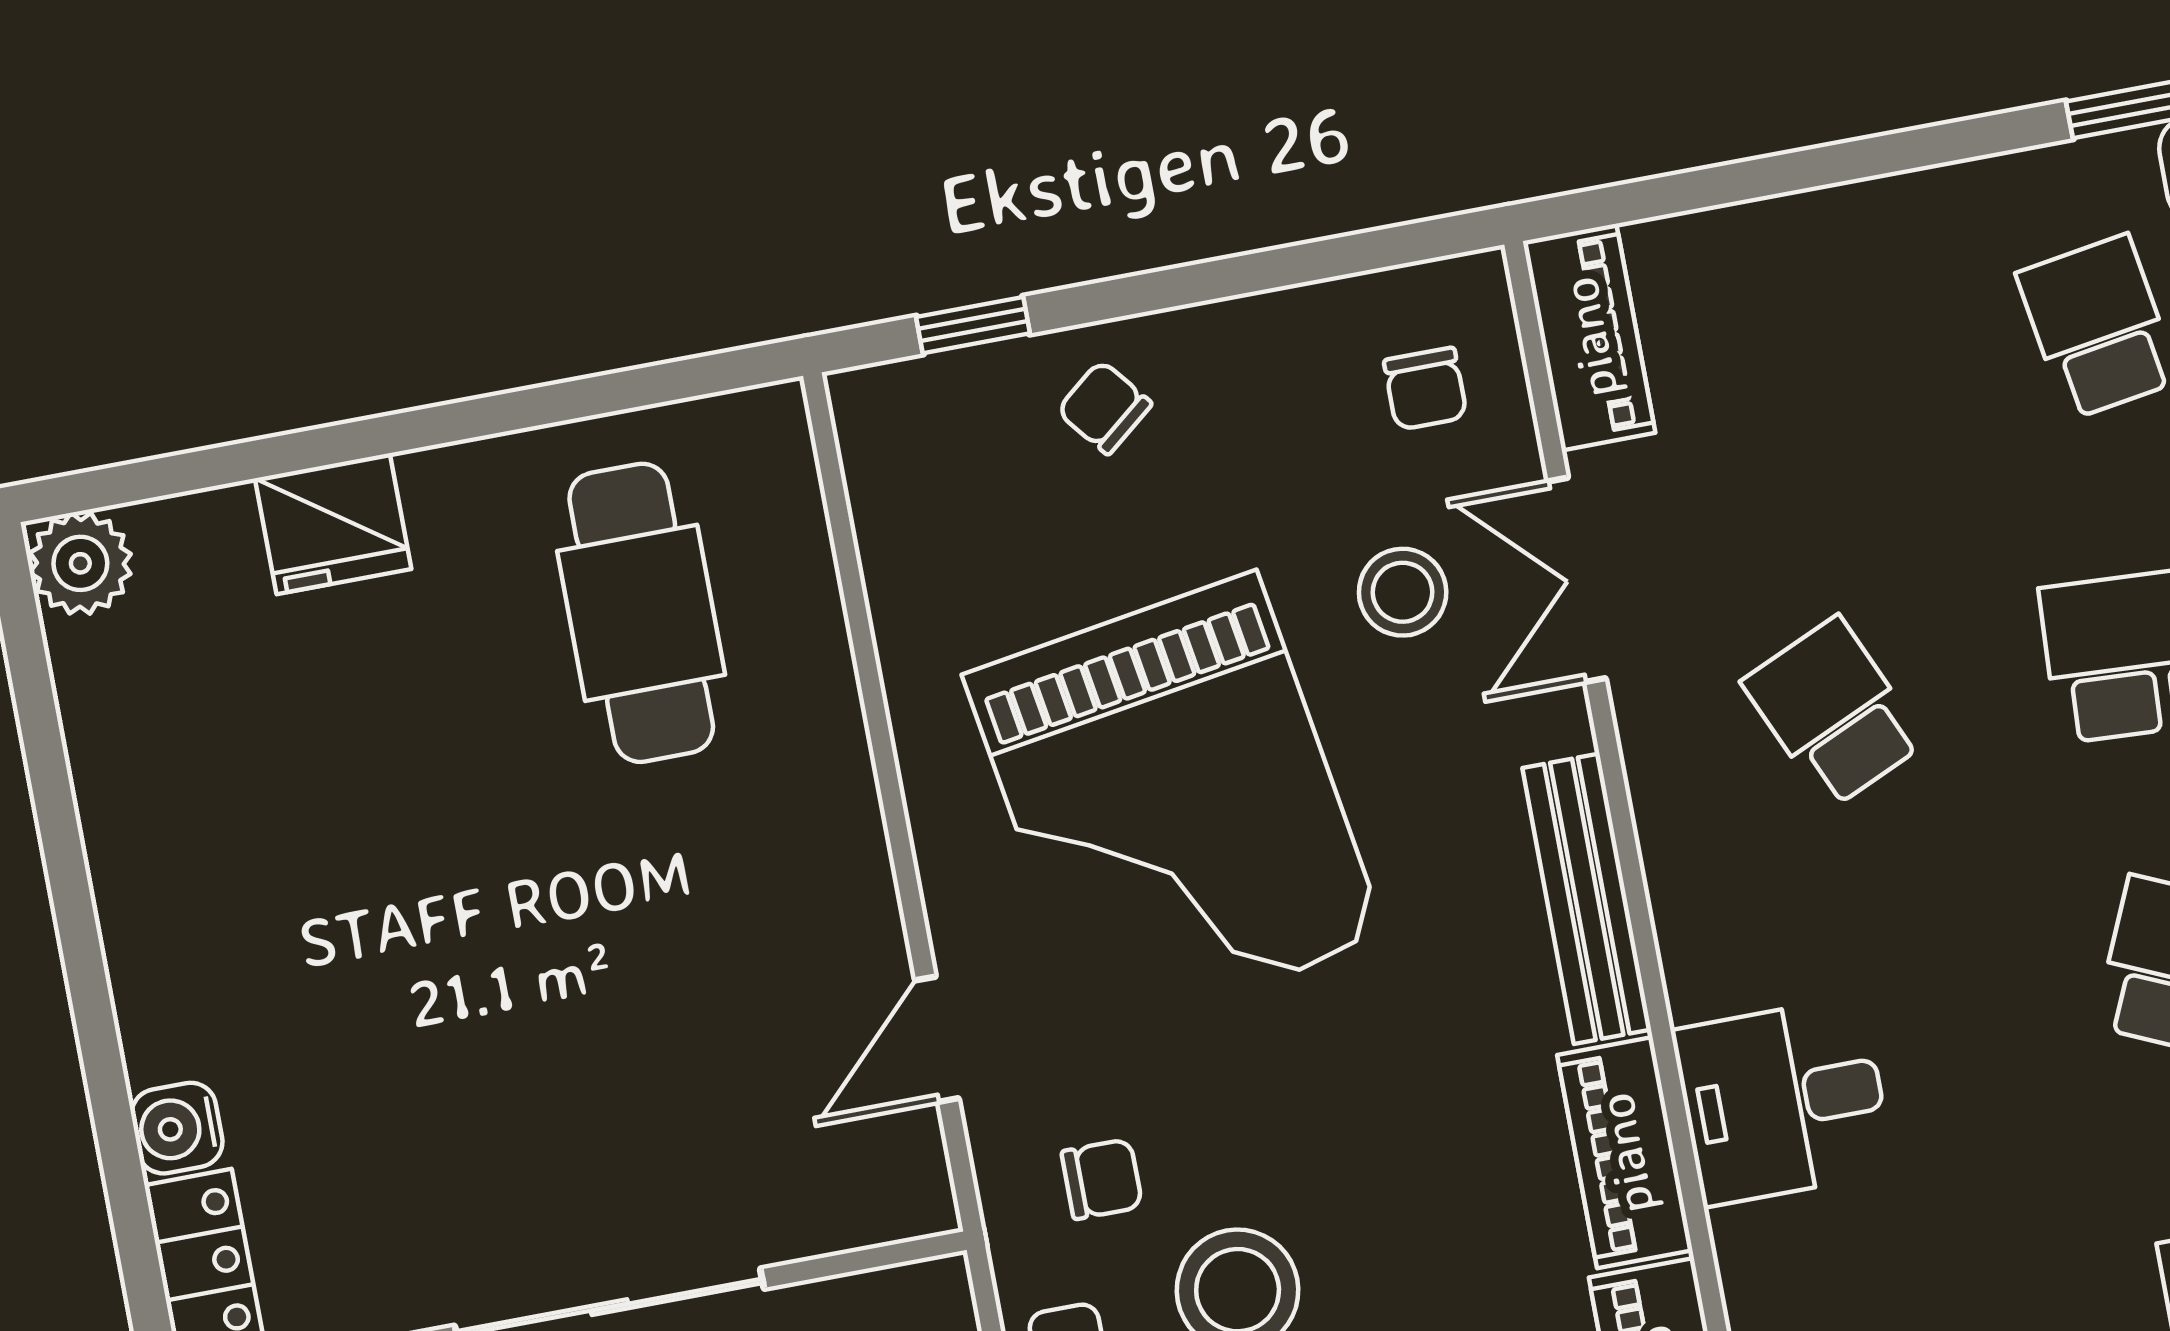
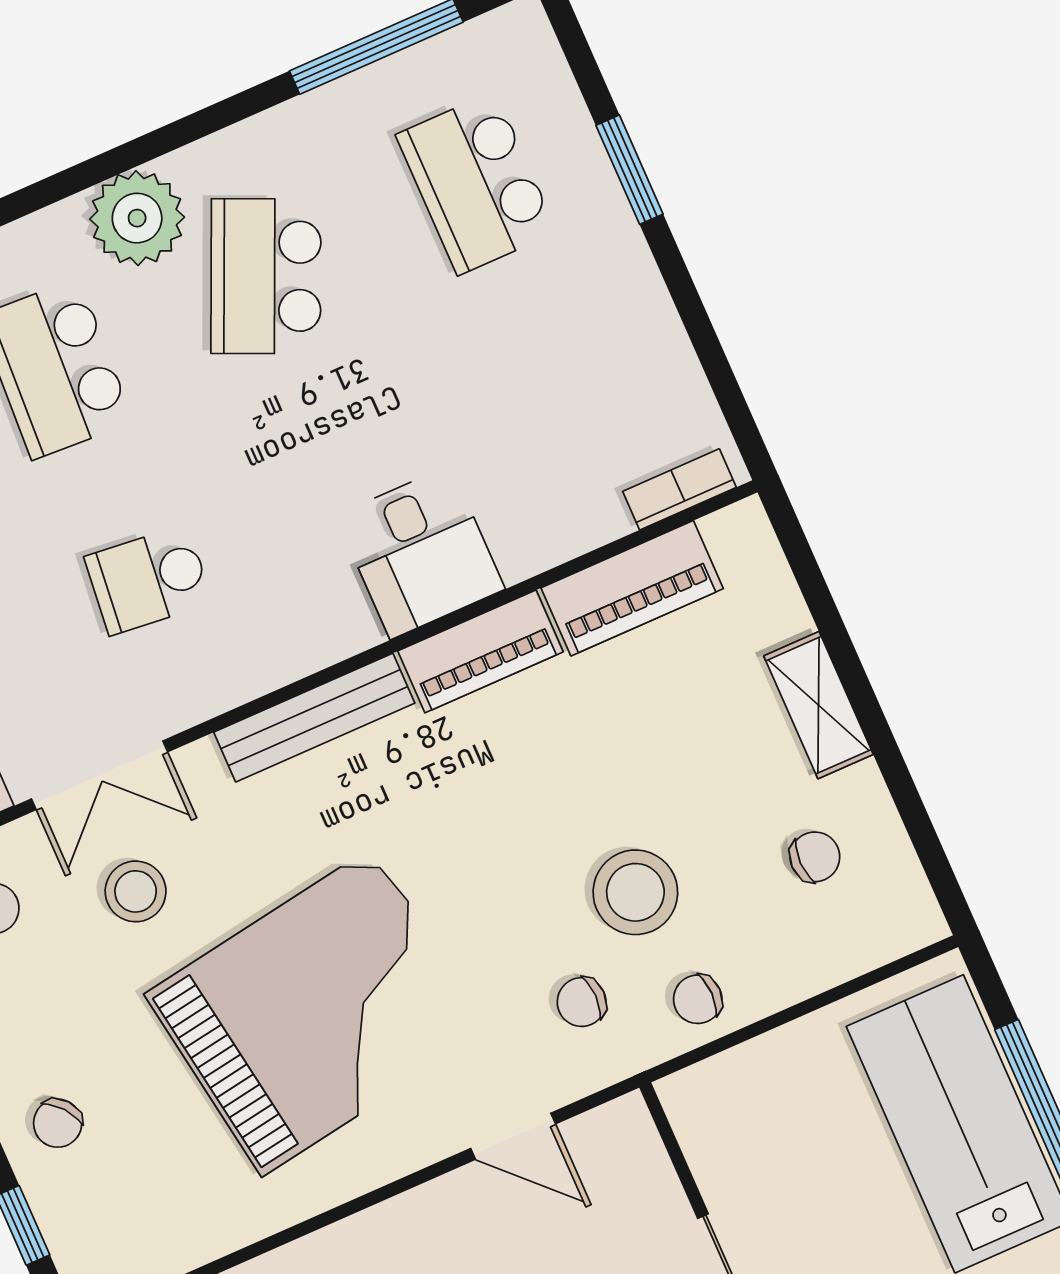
school desk: (1834, 712) -> (148, 580), turned 30
chair: (1102, 1179) -> (582, 1002), turned -90

